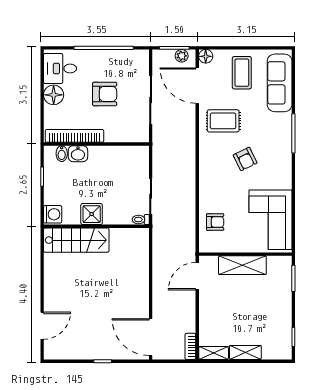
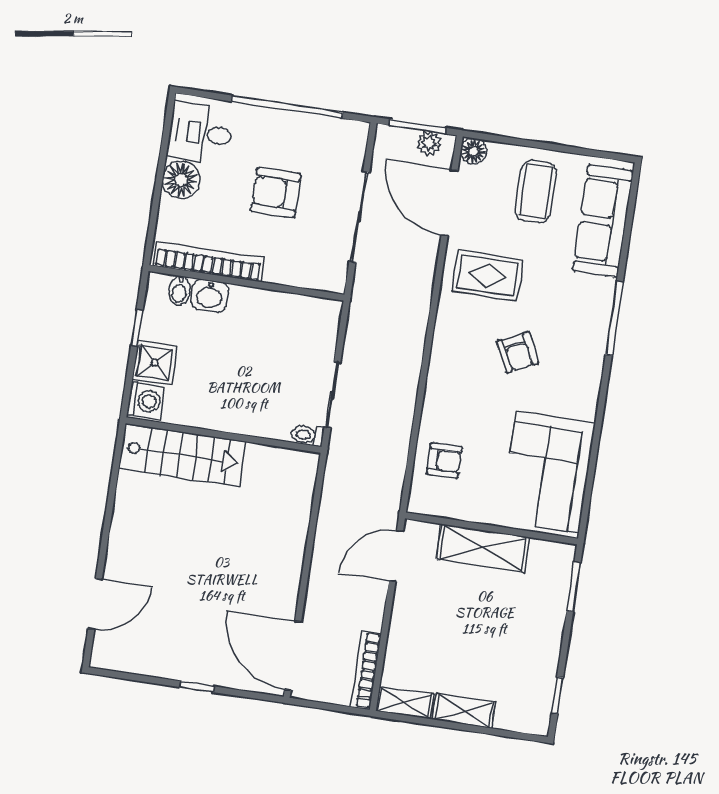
armchair: (105, 94) -> (276, 192), turned 180
shower: (92, 214) -> (155, 363), moved
bookcase: (190, 346) -> (366, 670), width x1.56

